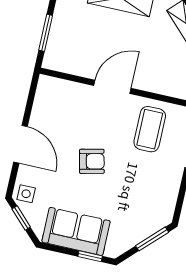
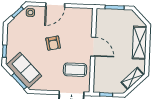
sofa: (76, 231) -> (24, 70), moved, turned -45

